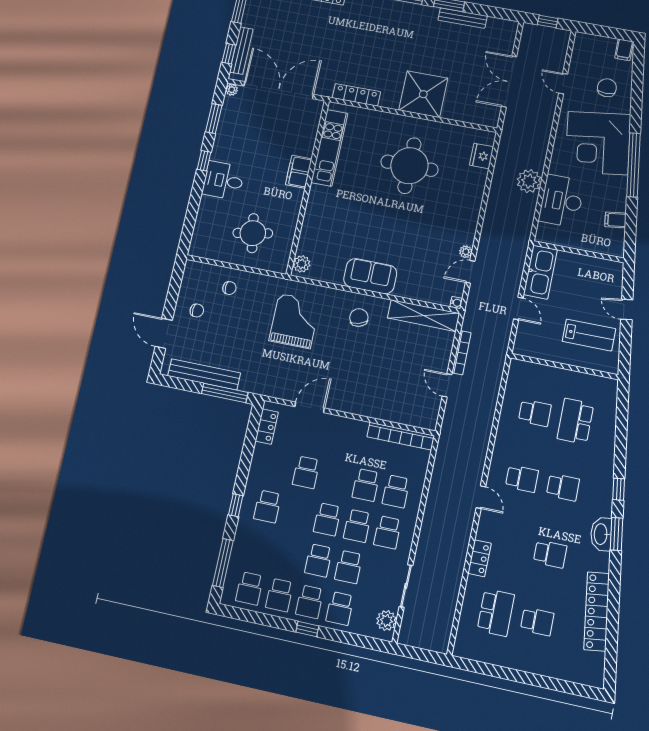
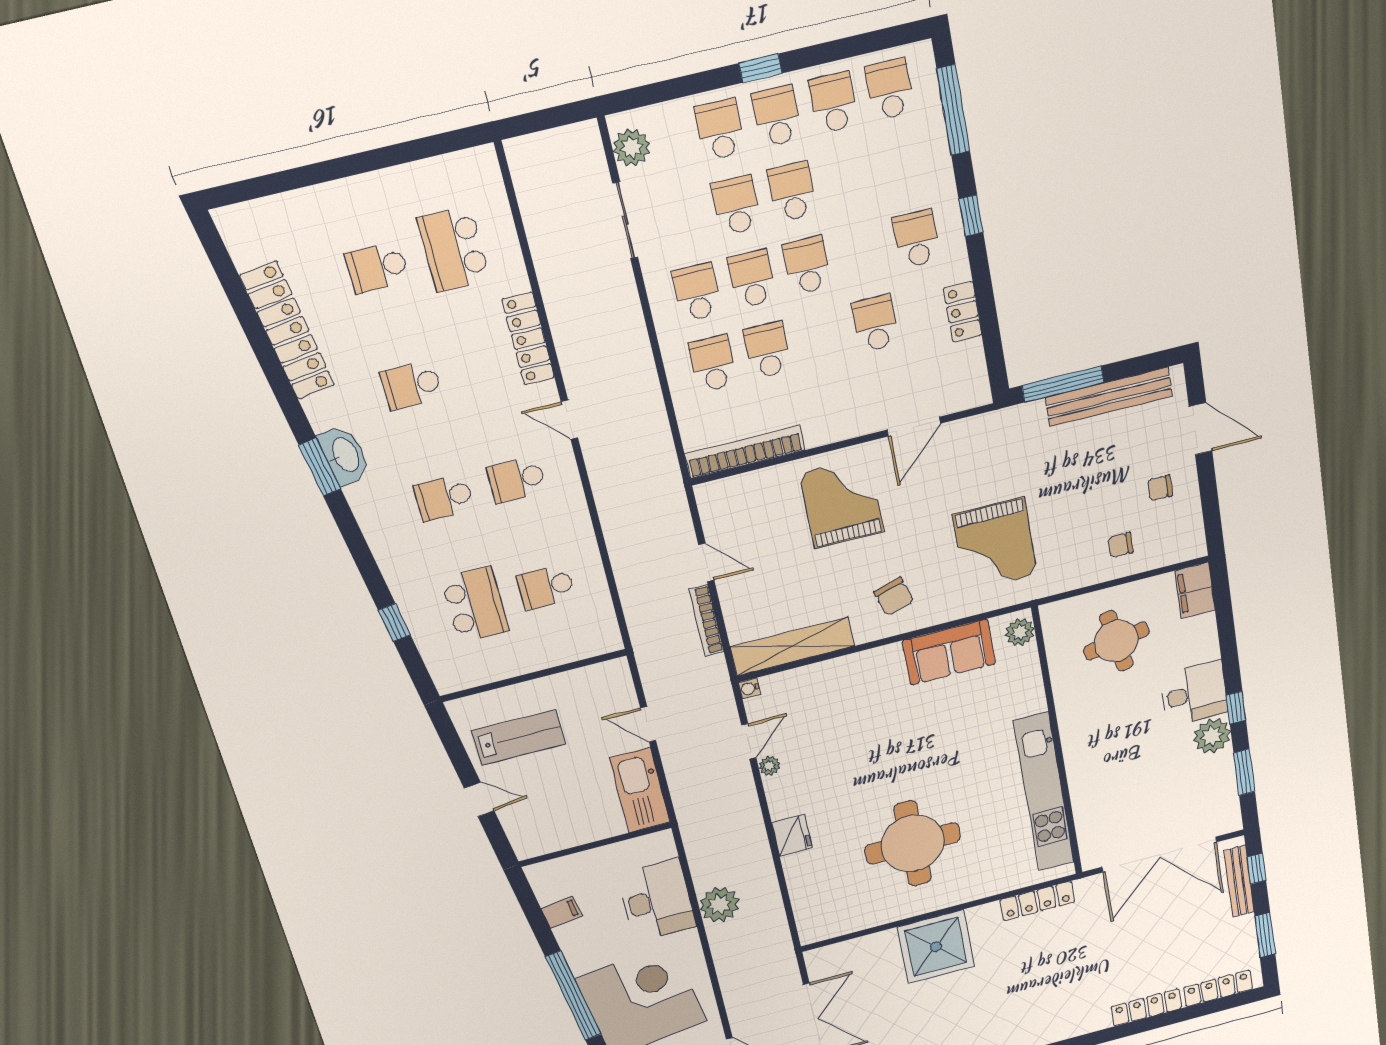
plant: (232, 90) -> (1212, 736), moved, width x1.88, depth x1.88
kitchen unit: (329, 148) -> (1044, 792), width x1.36
fridge: (482, 156) -> (792, 835), moved
filing cabinet: (299, 172) -> (1195, 591), moved, turned 180
sofa: (370, 276) -> (949, 652), moved
lab bench: (589, 335) -> (519, 737), turned 180
grand piano: (364, 384) -> (842, 503), added
locker: (267, 427) -> (963, 312), moved
window: (619, 489) -> (394, 623), moved
locker: (479, 558) -> (528, 339), width x1.53

